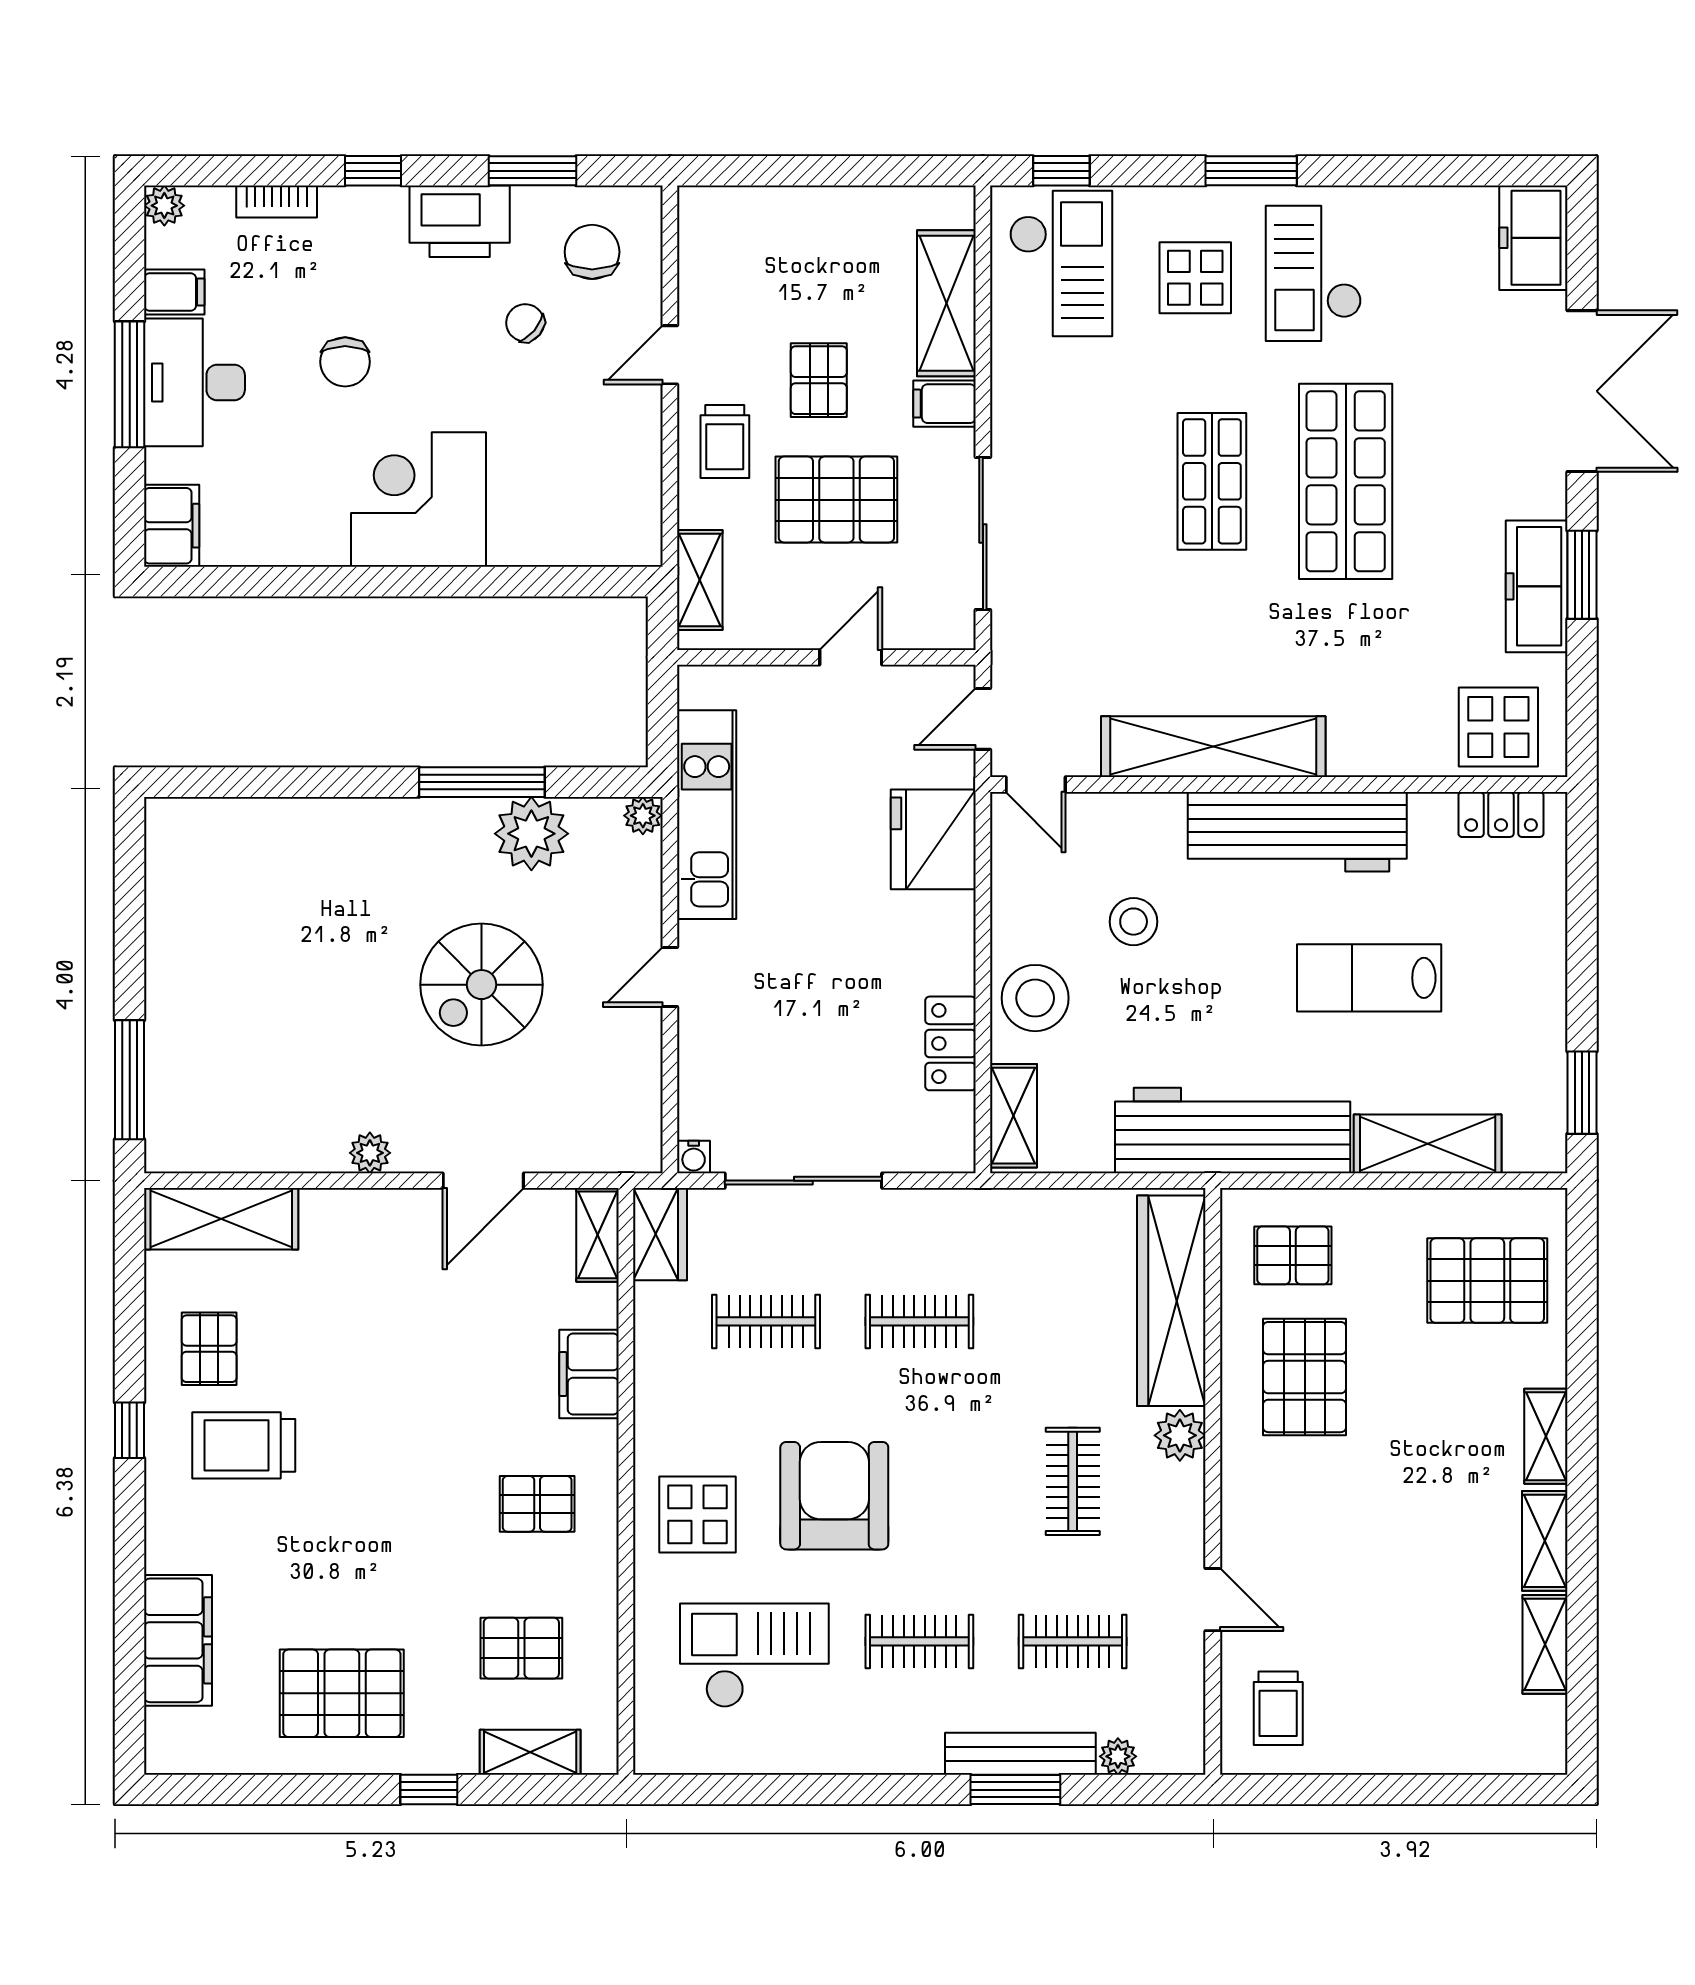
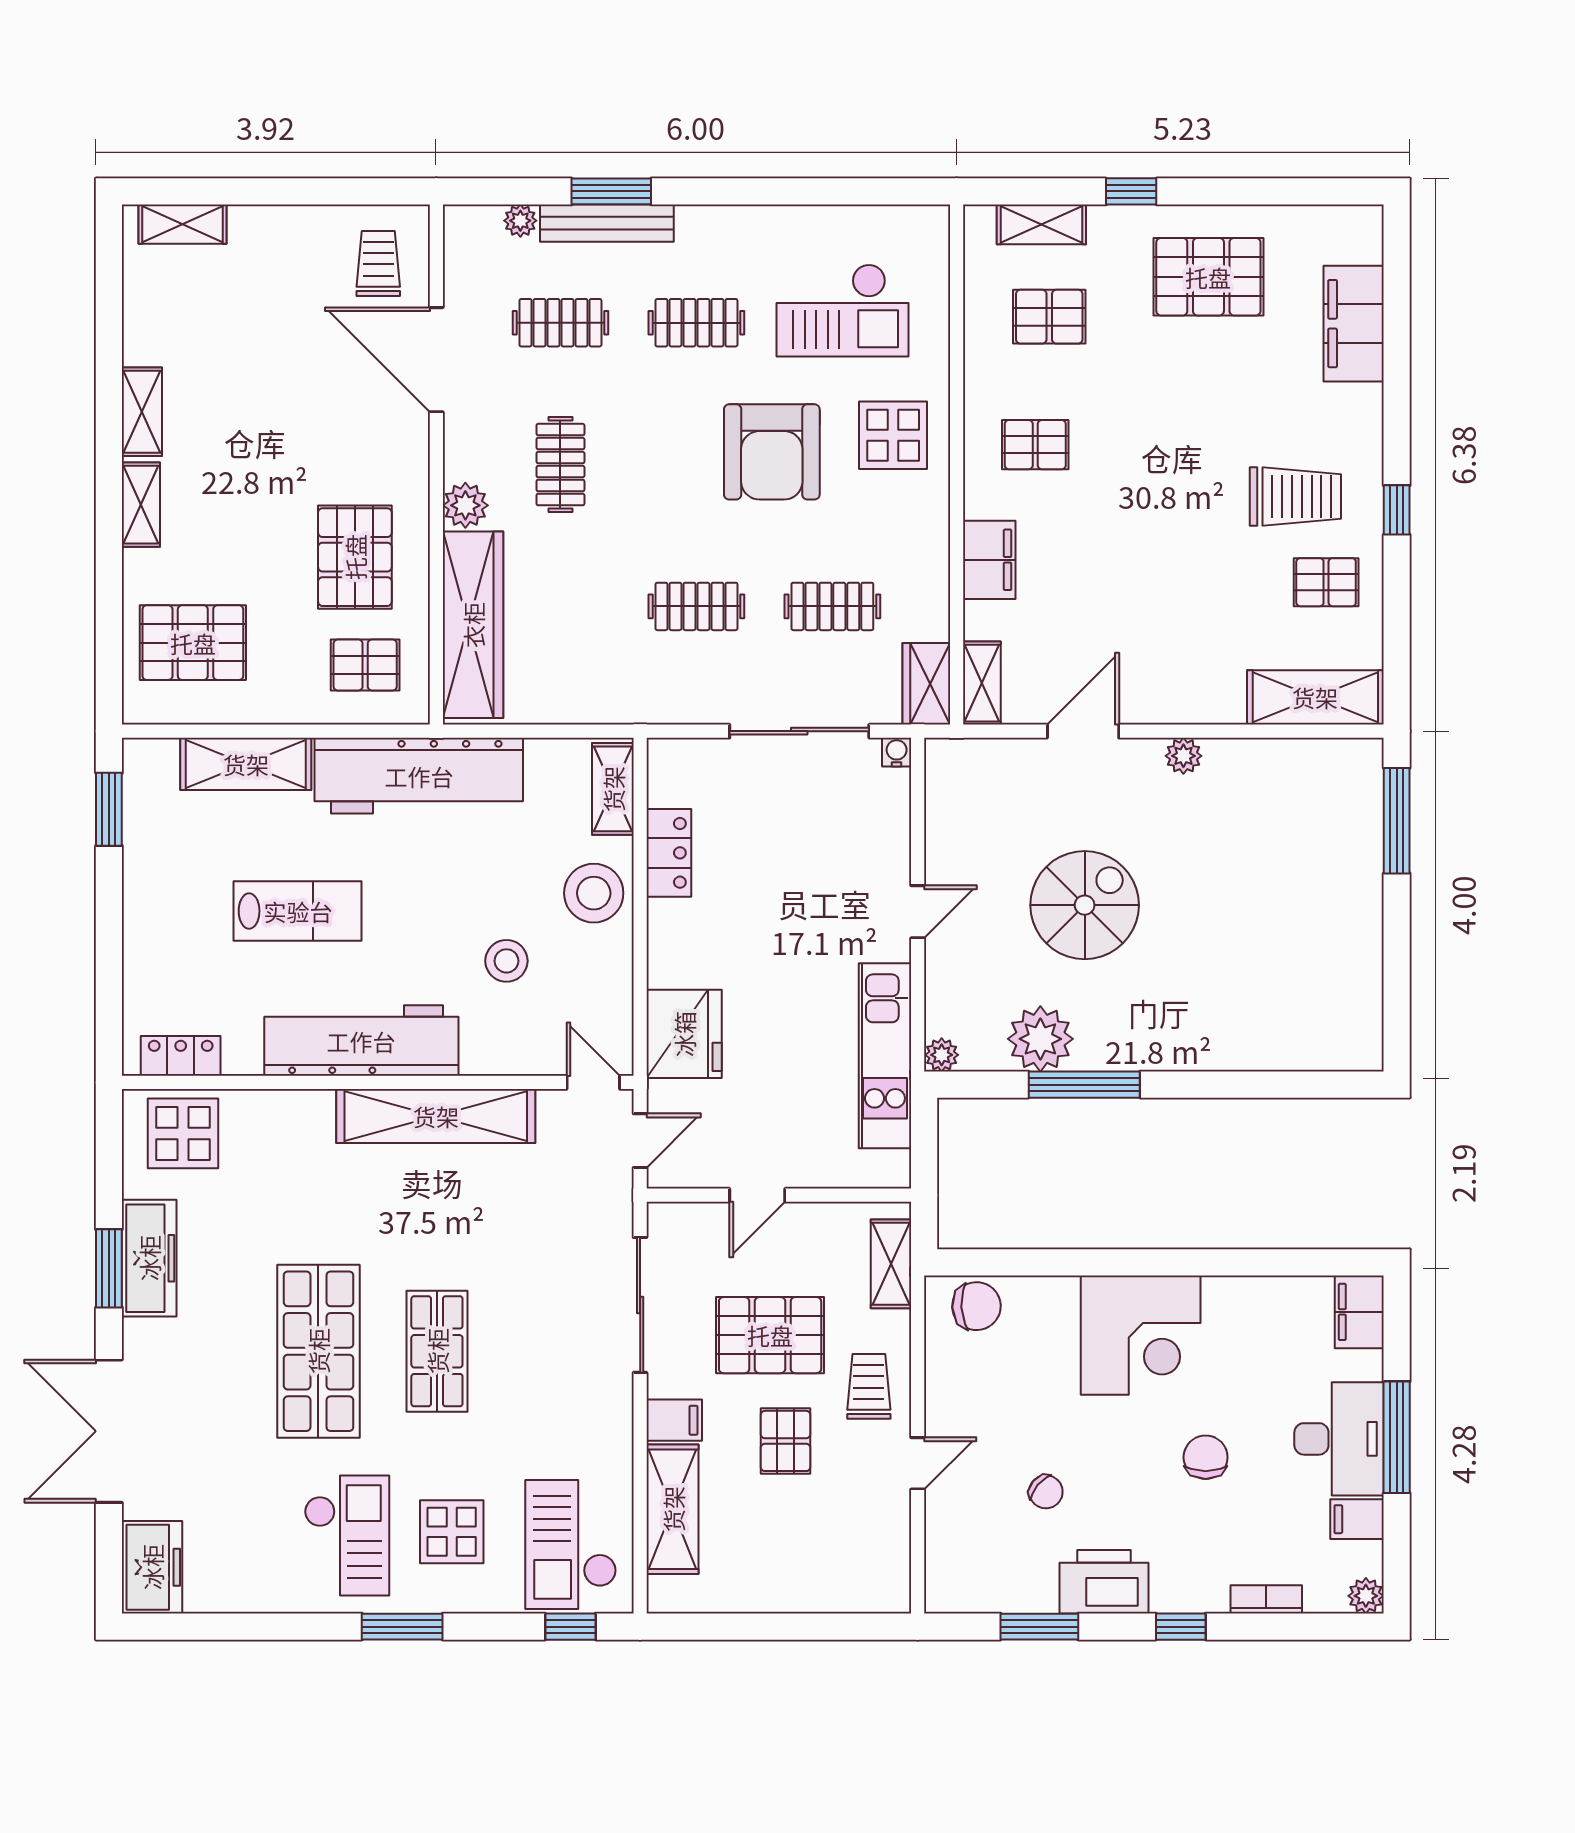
chair: (592, 252) -> (976, 1306), moved, turned -93
pallet: (209, 1349) -> (1326, 582), turned 90
door: (1213, 1600) -> (436, 360), width x1.88
shelving: (1545, 1644) -> (182, 224), moved, turned 90

